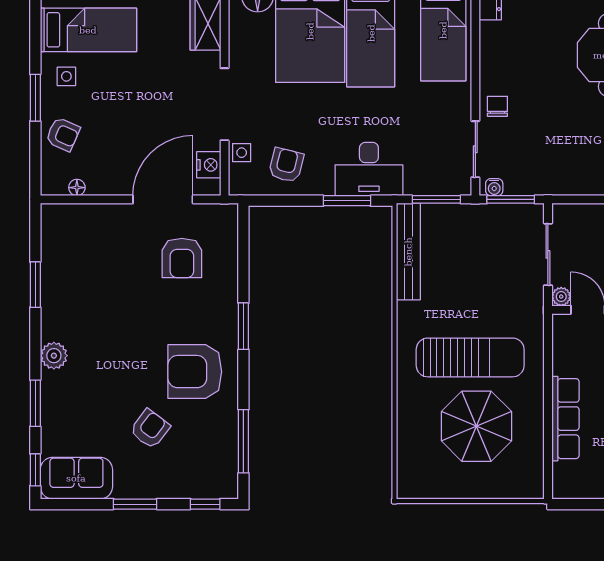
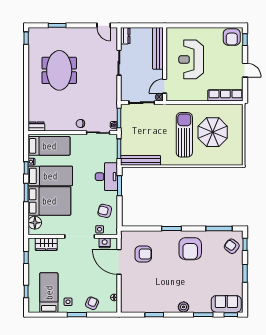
row of seats: (565, 419) -> (225, 95), moved
armchair: (150, 429) -> (232, 246), moved
sofa: (76, 478) -> (226, 304), moved, turned 90

